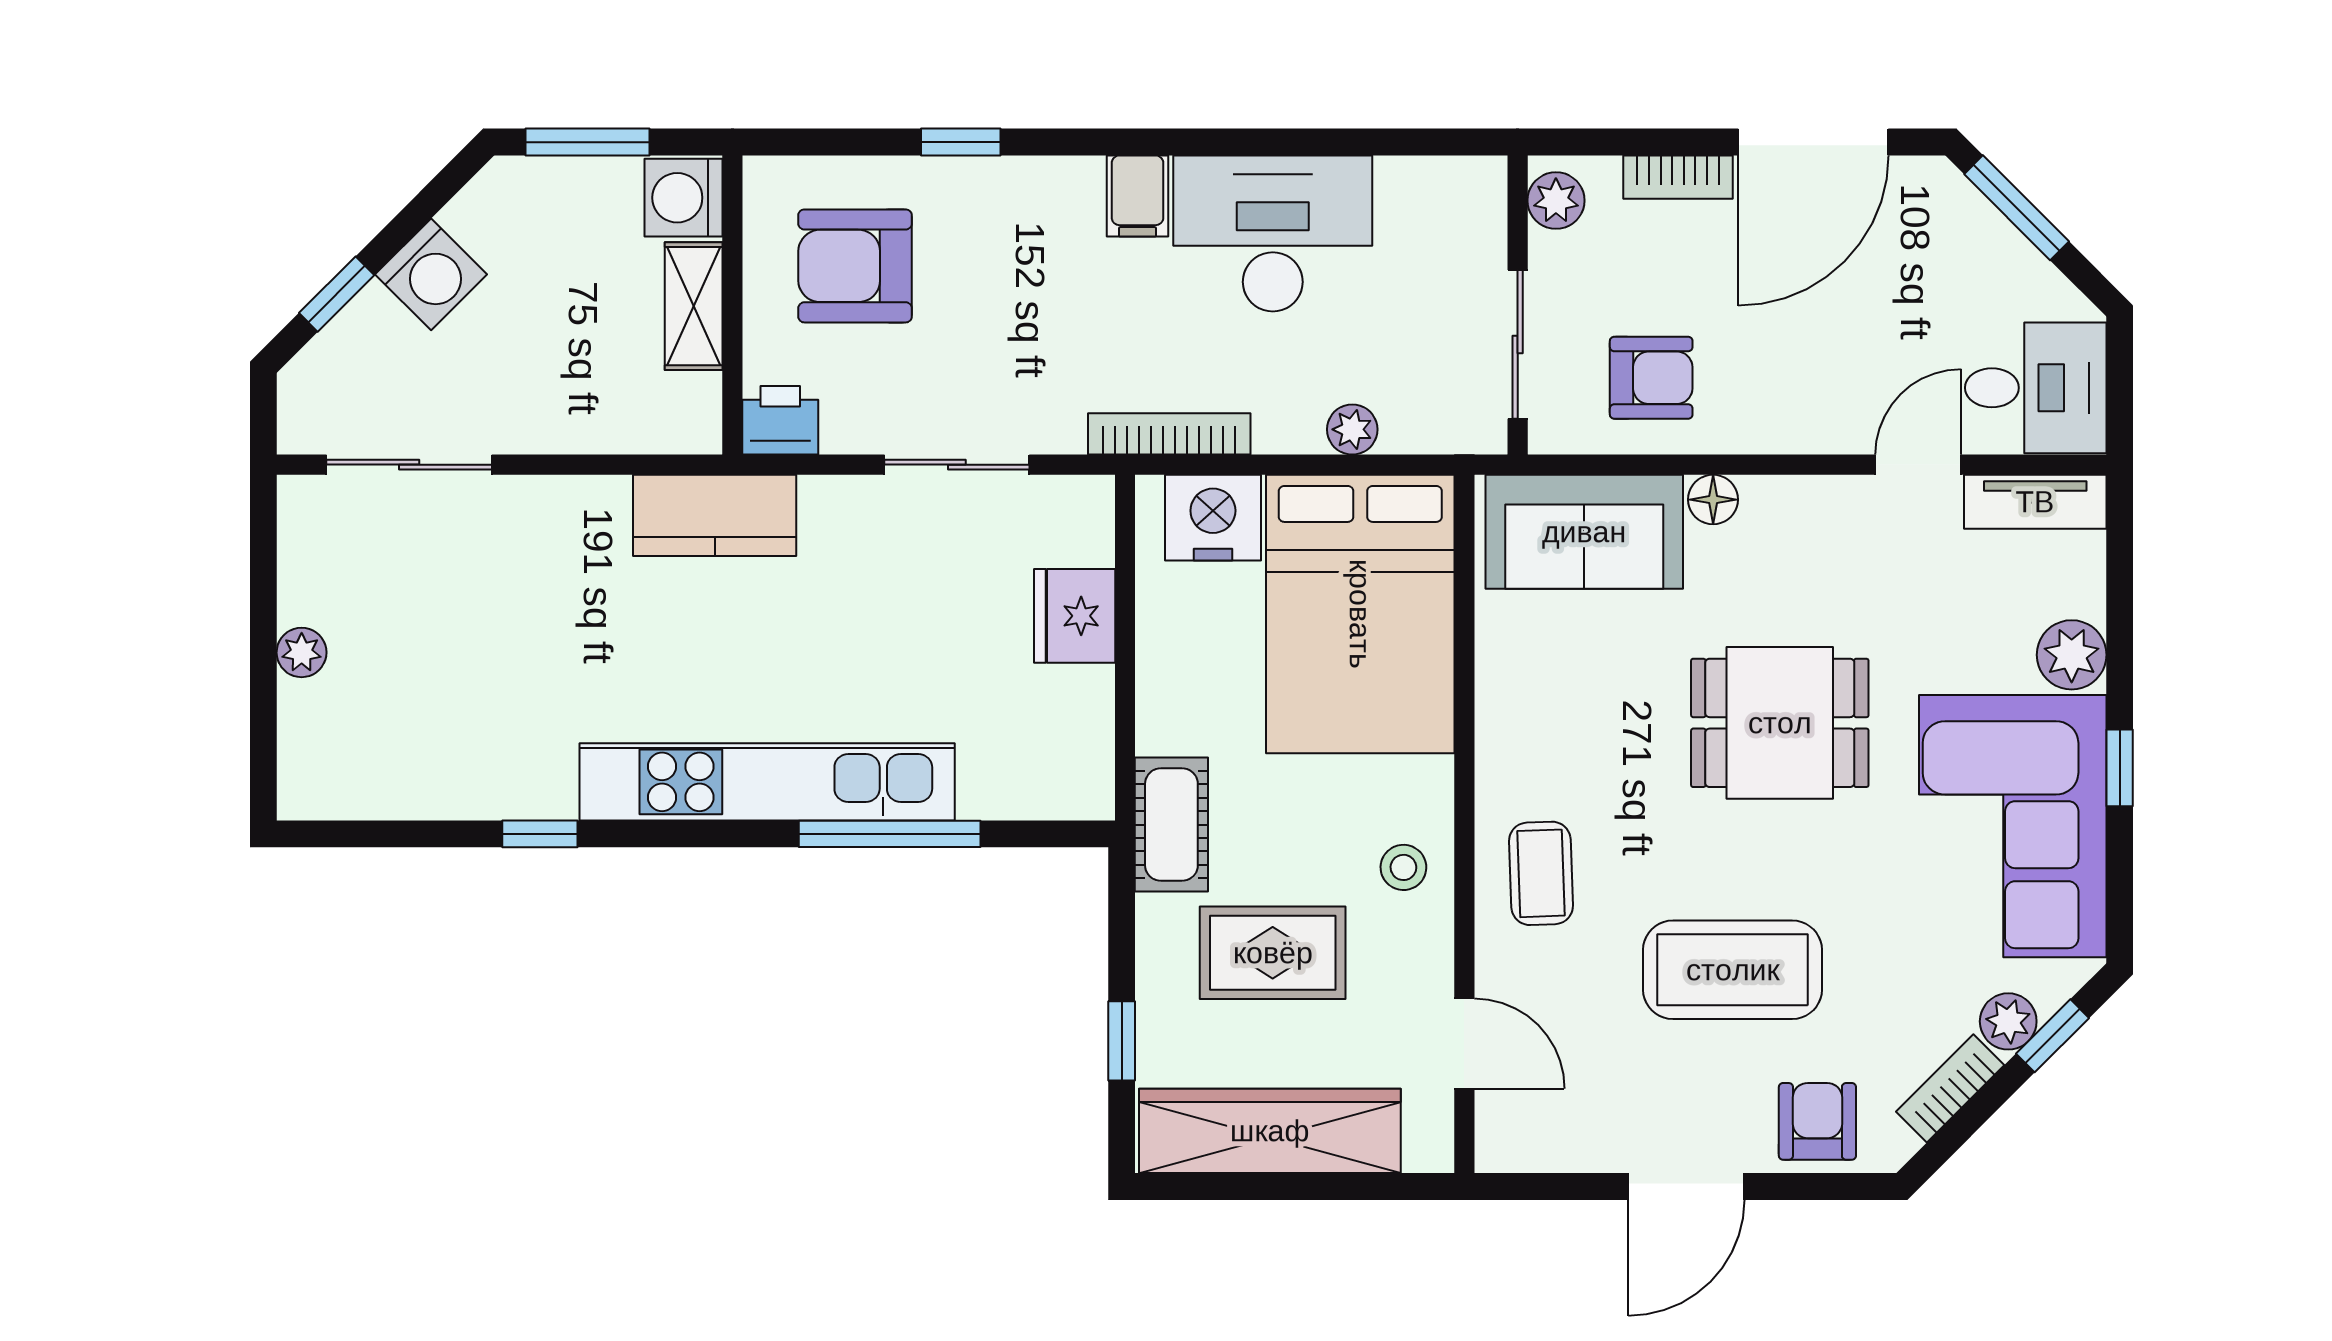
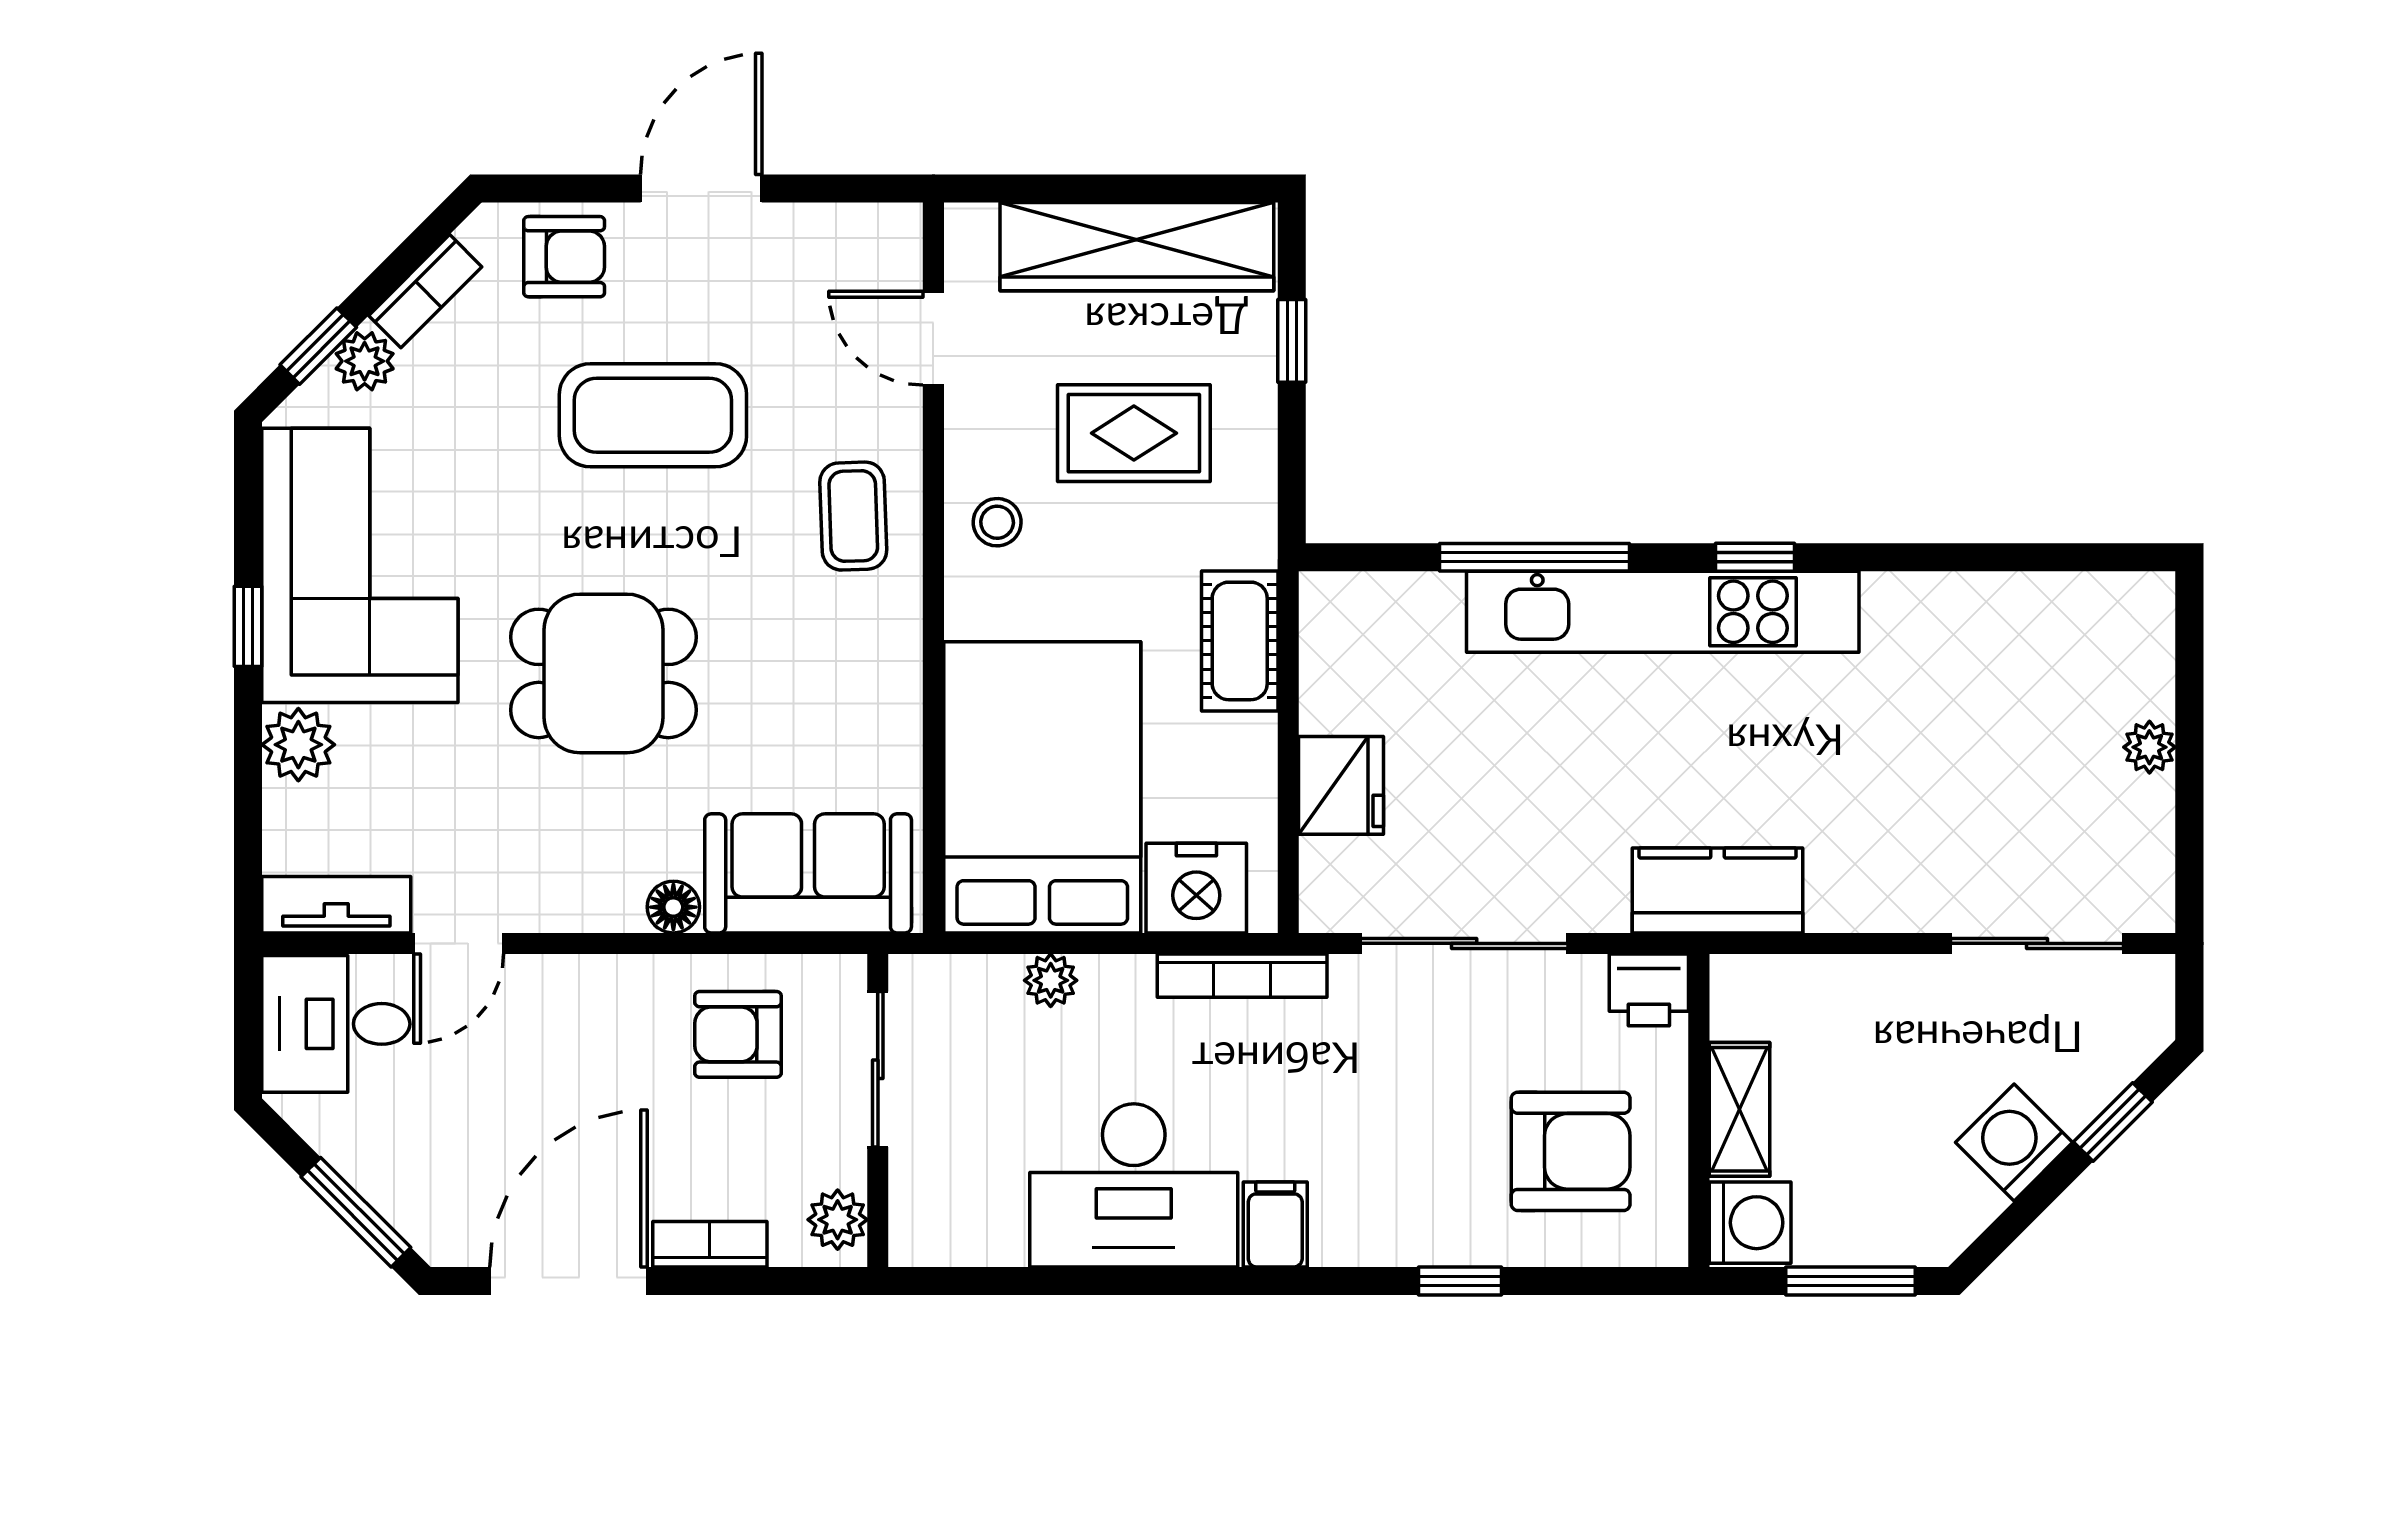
sliding door: (957, 465) -> (1464, 943), width x1.37
cot: (1171, 825) -> (1240, 641), moved
window: (540, 834) -> (1755, 557), moved
armchair: (1817, 1121) -> (564, 257), turned -90

